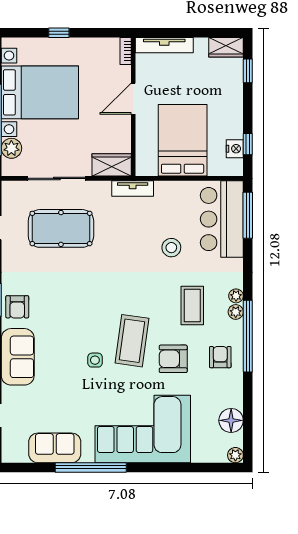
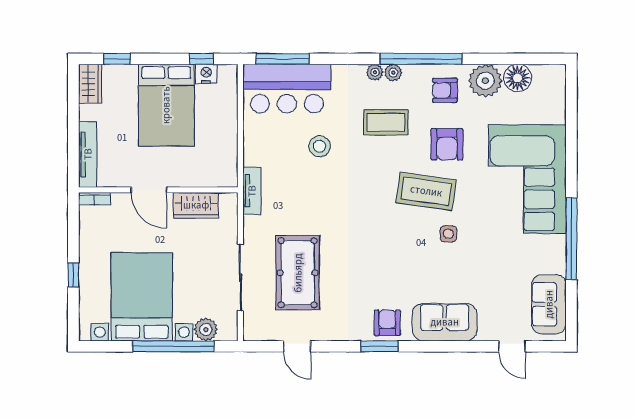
bed: (183, 140) -> (166, 105), moved, turned -90
wardrobe: (112, 165) -> (196, 205), moved, turned -90
armchair: (17, 307) -> (387, 323), turned -90
sofa: (55, 448) -> (549, 304), moved
plant: (235, 455) -> (485, 81), moved, width x1.88, depth x1.88

